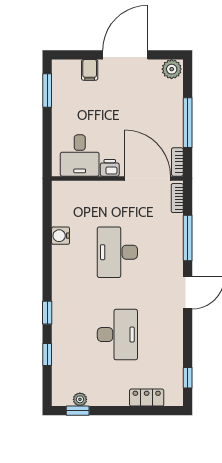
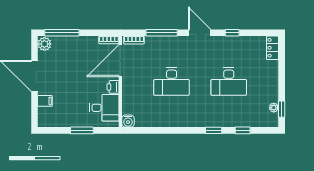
window: (47, 90) -> (82, 130), moved
window: (188, 123) -> (62, 33), moved
water cooler: (61, 236) -> (128, 121), moved
desk: (117, 335) -> (229, 82), turned 180
window: (188, 378) -> (232, 33), moved
locker: (147, 398) -> (273, 48), moved

